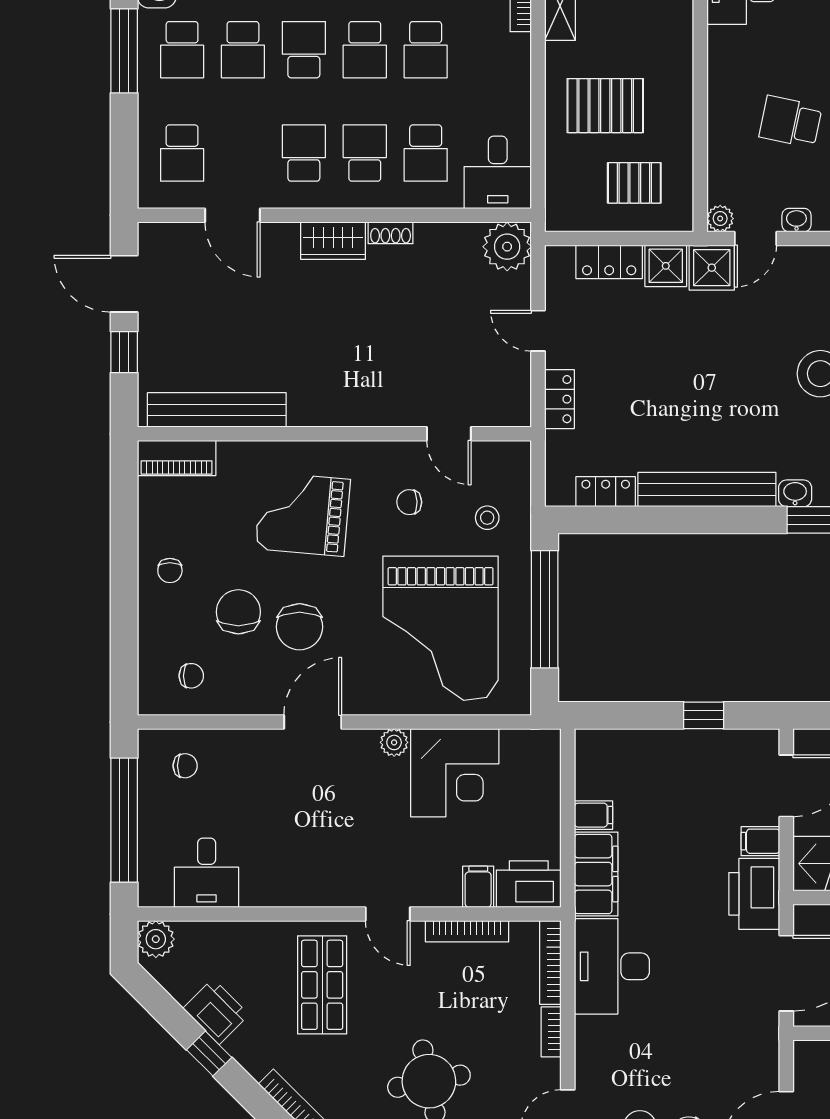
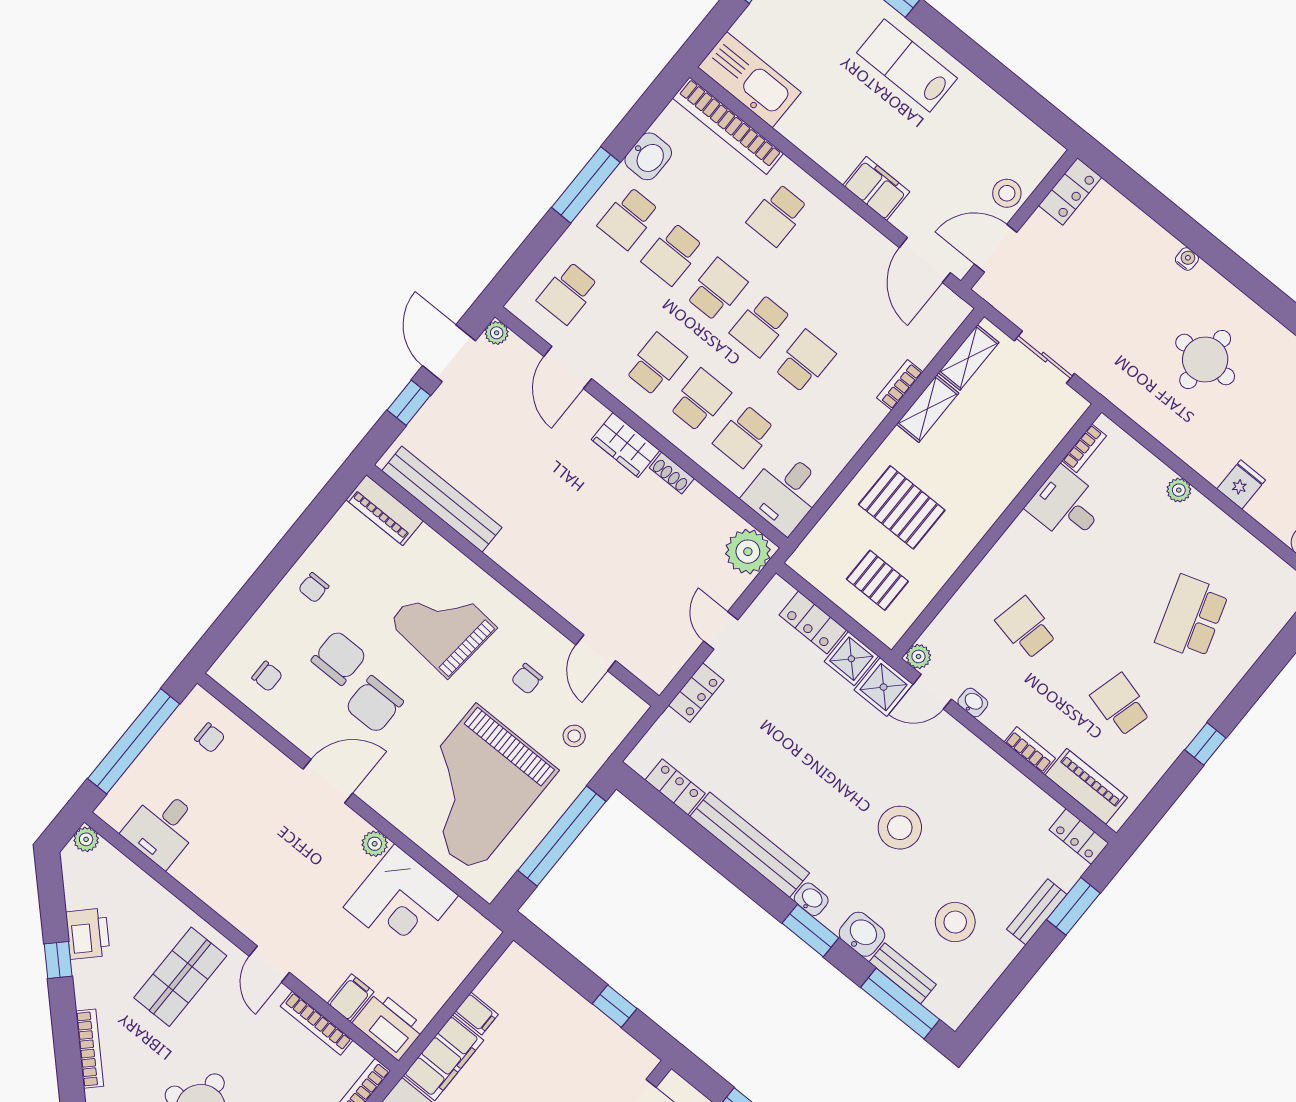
school desk: (426, 50) -> (805, 361), turned 180
plant: (150, 234) -> (497, 333), added
chair: (409, 502) -> (527, 679), turned -88
plant: (156, 939) -> (86, 839), width x0.73, depth x0.73

